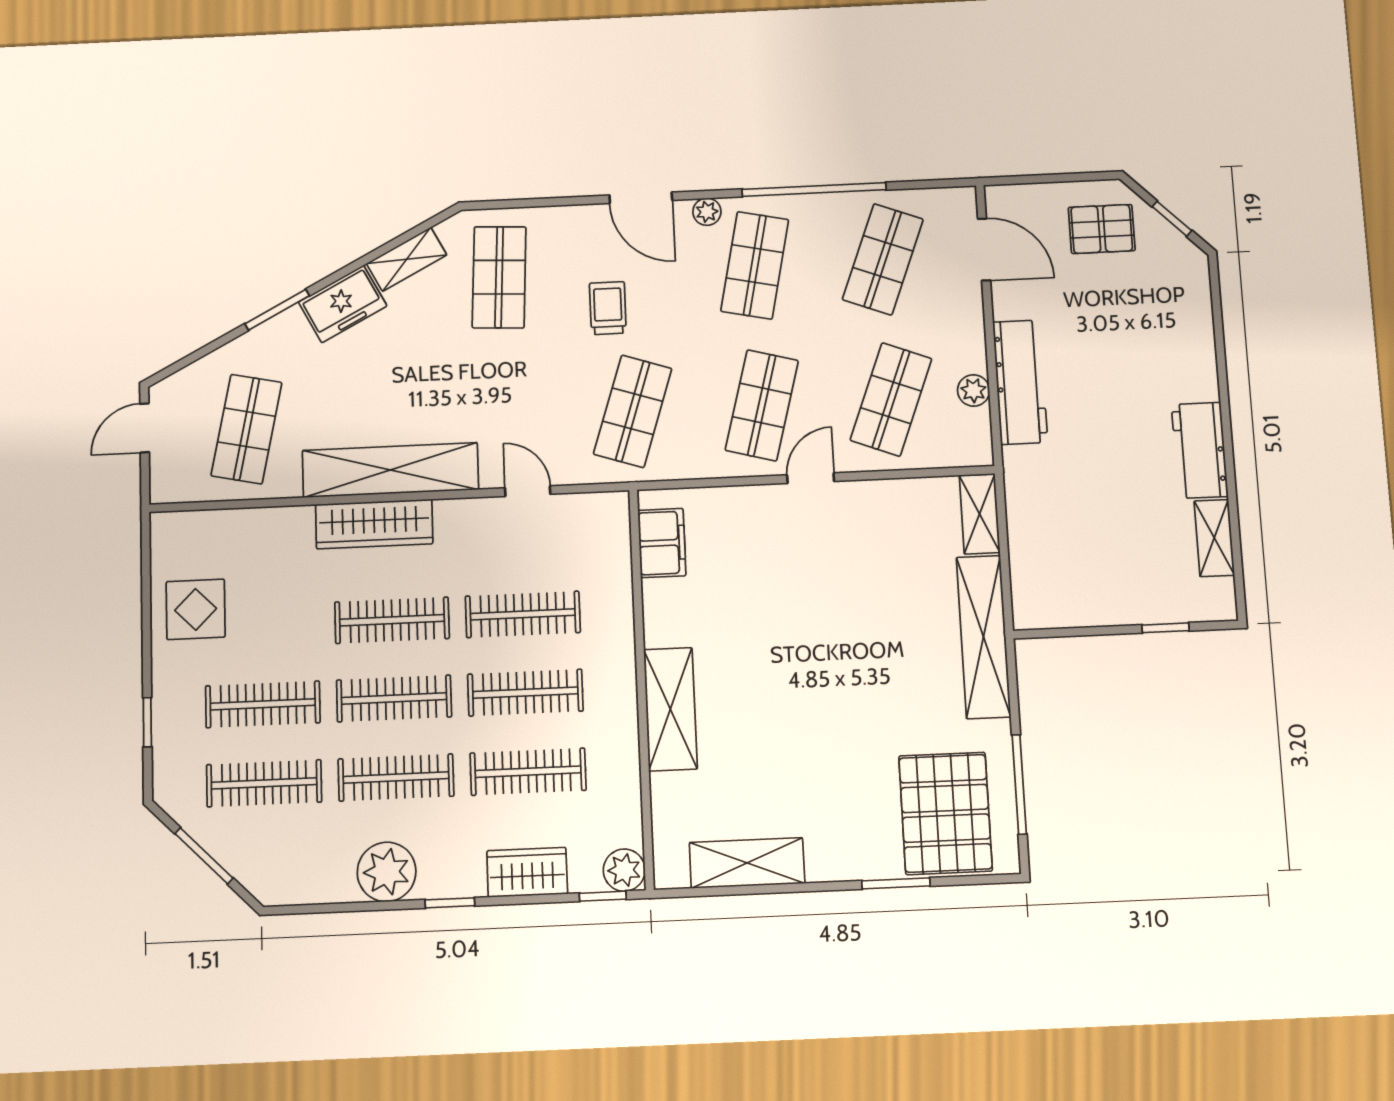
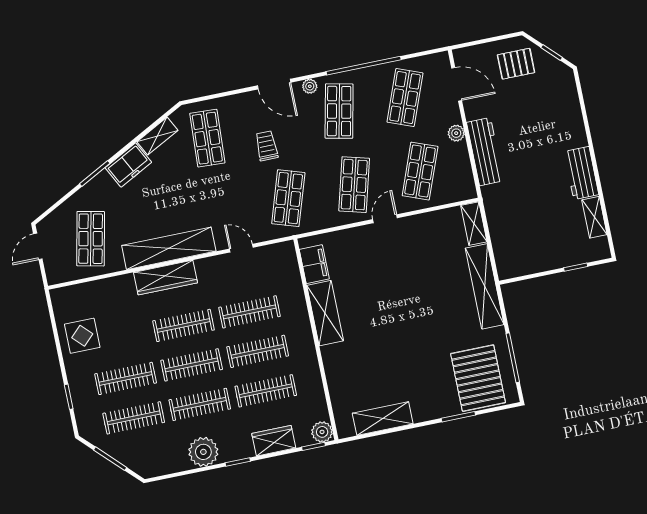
plant: (974, 390) -> (456, 133), moved
shelving: (670, 709) -> (325, 313), moved

